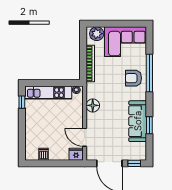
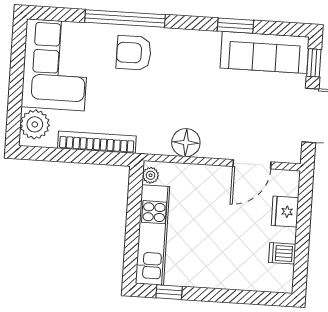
armchair: (133, 78) -> (134, 53), turned 90
sofa: (138, 121) -> (265, 52), moved
fridge: (76, 154) -> (285, 212), moved

